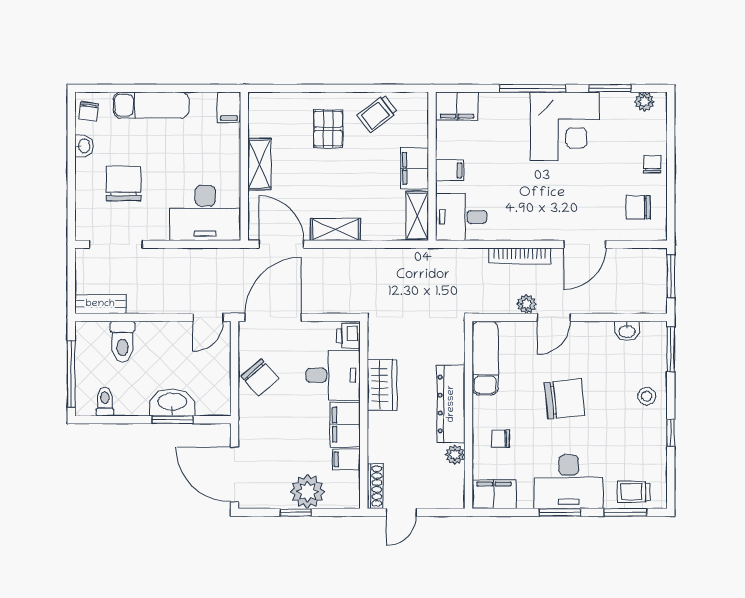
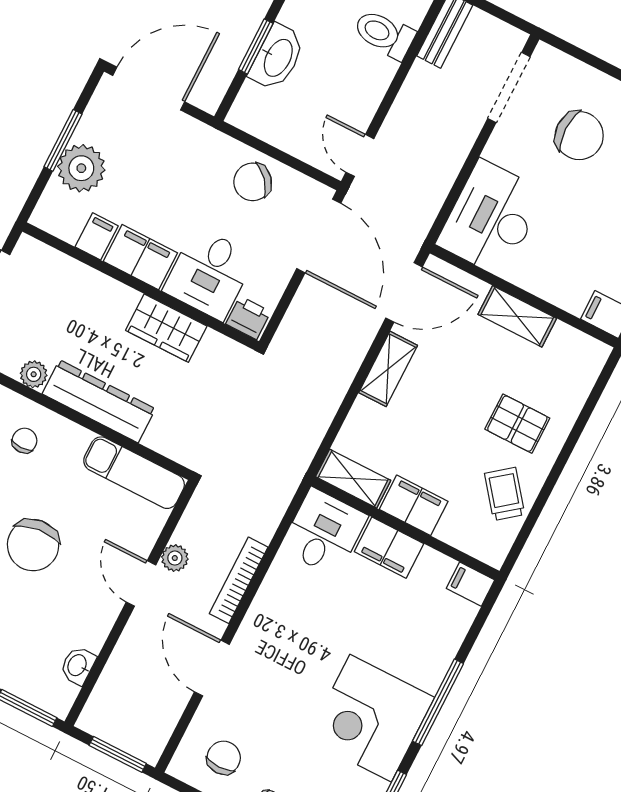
filing cabinet: (457, 106) -> (471, 584), width x0.50
filing cabinet: (450, 170) -> (389, 548), width x2.00
shoe rack: (375, 486) -> (45, 255), removed
window: (296, 512) -> (63, 140), width x1.50

